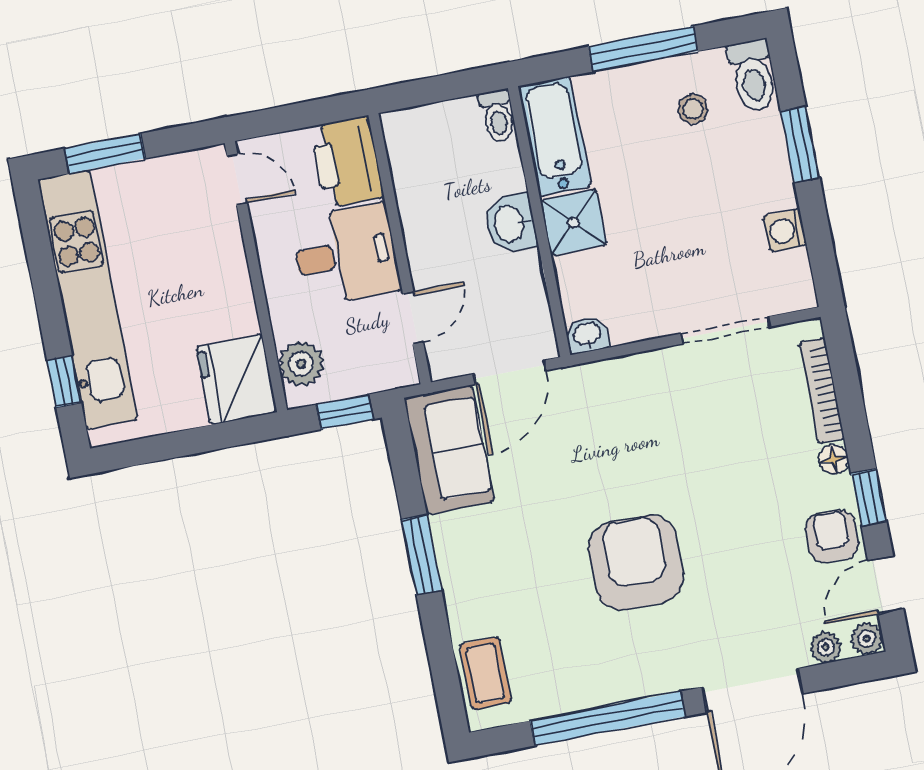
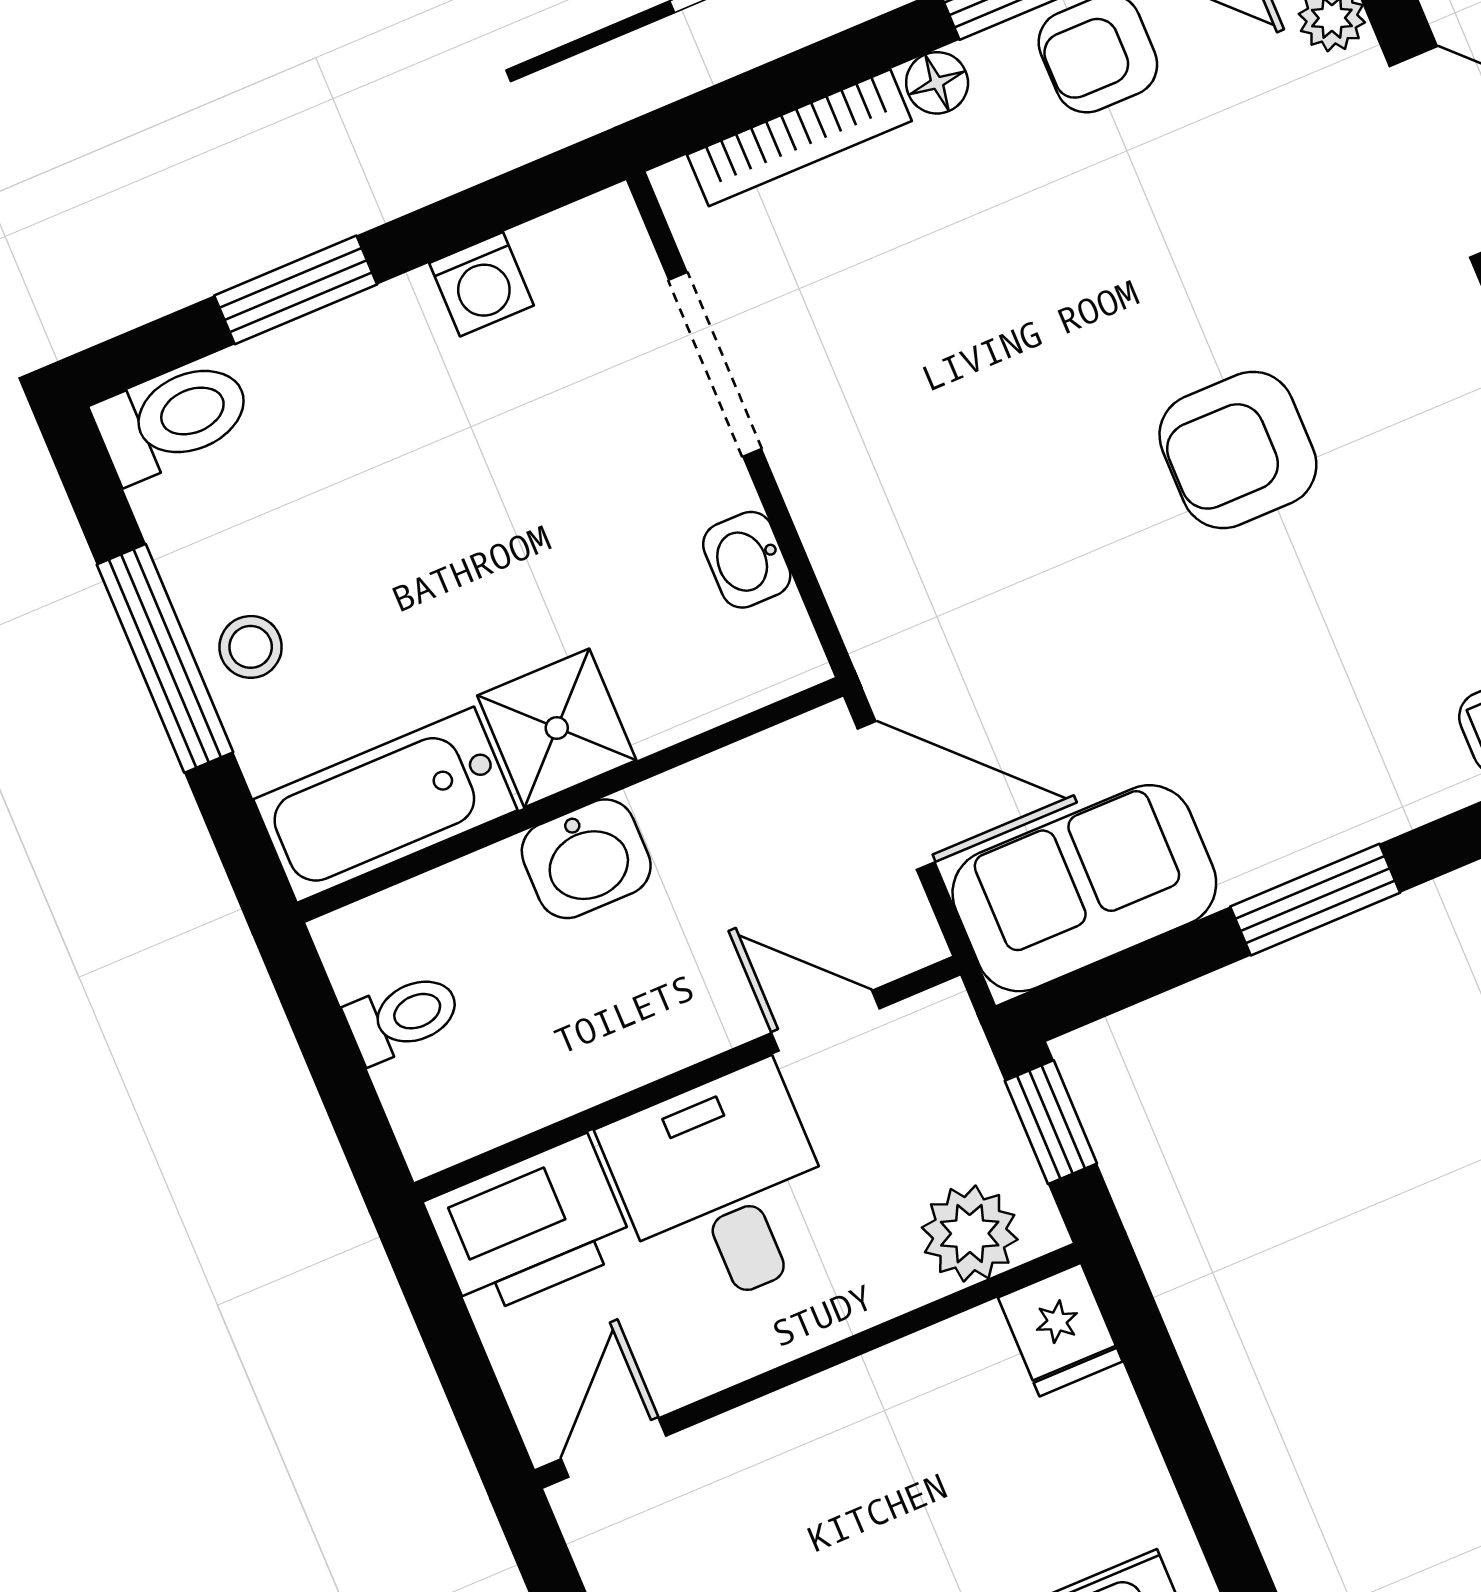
stool: (693, 109) -> (251, 647), moved
toilet: (498, 116) -> (403, 1017), moved
washbasin: (587, 335) -> (747, 560), moved
fridge: (236, 379) -> (1060, 1330), width x0.53, depth x0.75
armchair: (636, 563) -> (1238, 450), width x0.73, depth x0.73

